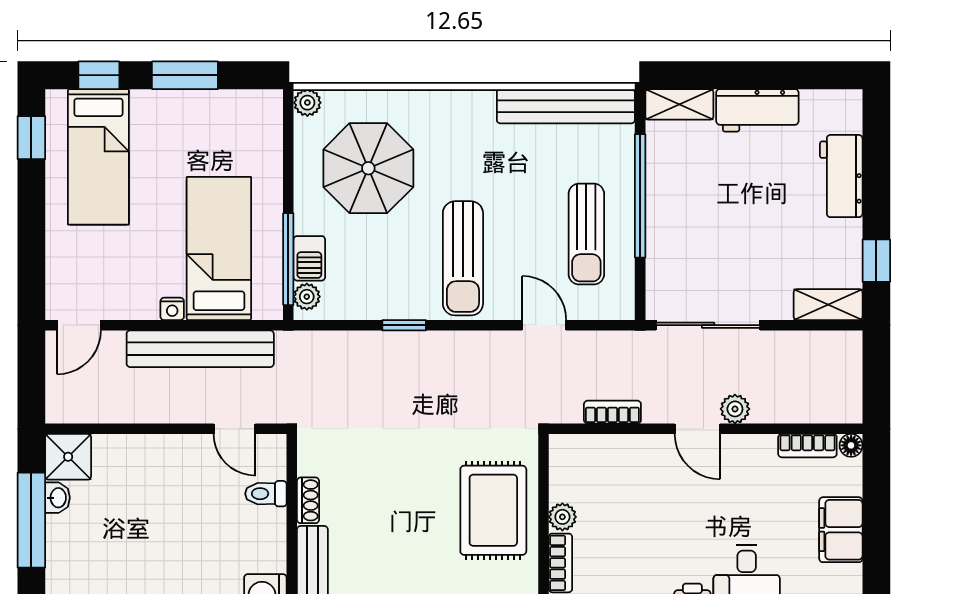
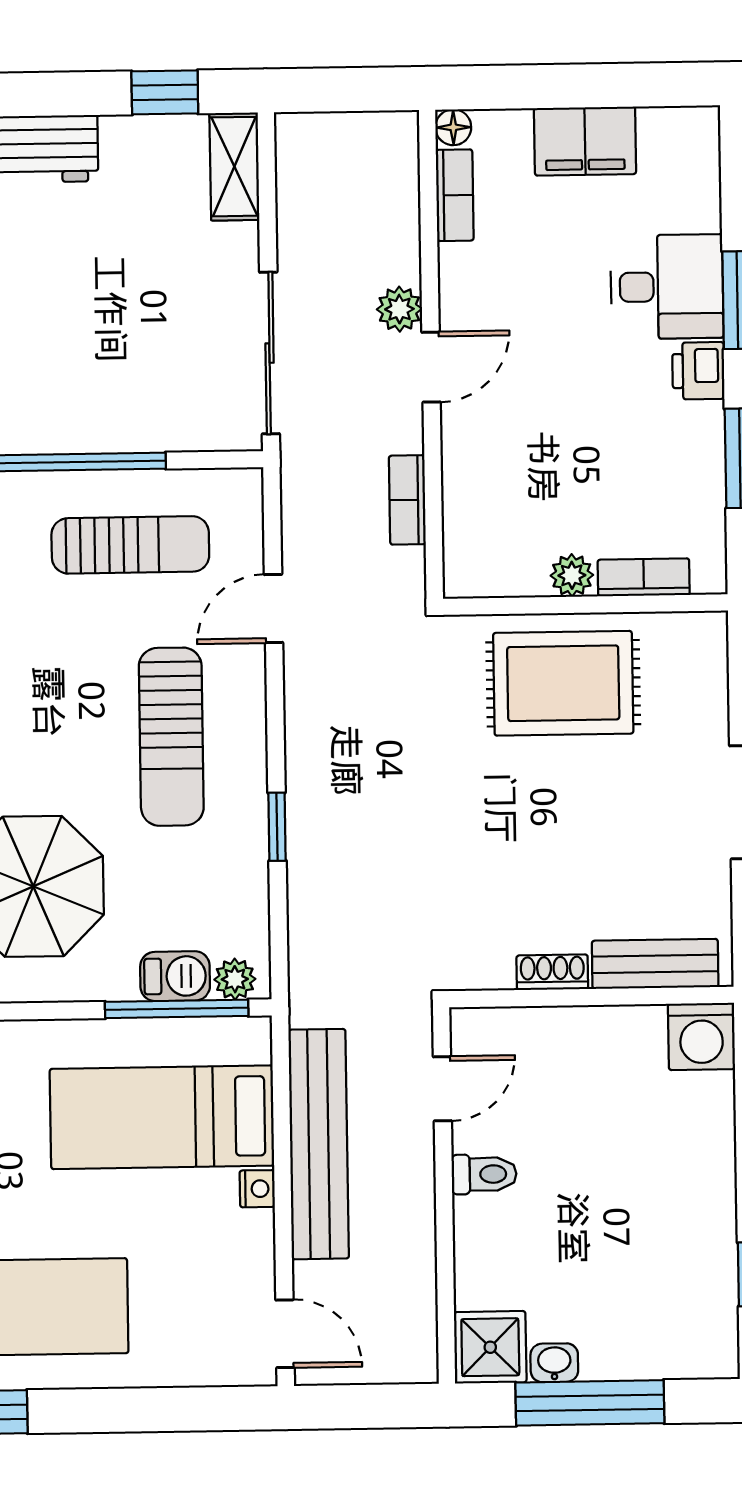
sun lounger: (463, 258) -> (171, 737), turned 90
toilet: (266, 494) -> (484, 1174), moved, turned -90

